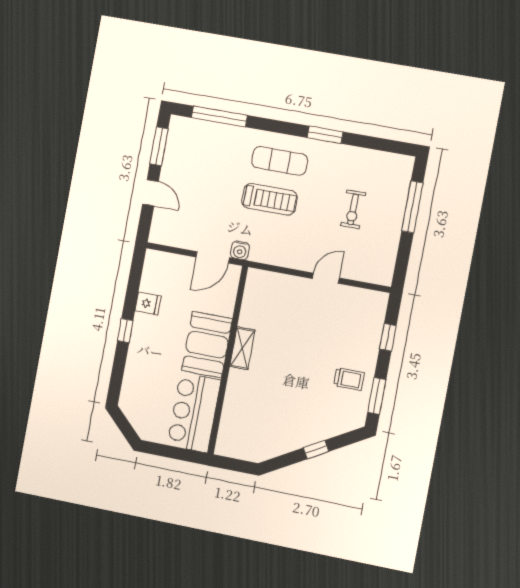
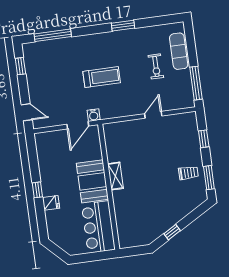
window: (159, 146) -> (20, 66), width x0.67
exercise mat: (280, 161) -> (179, 51), moved, turned 90
door: (150, 193) -> (27, 112), moved
window: (412, 207) -> (196, 83), moved
fridge: (148, 303) -> (51, 203), moved
window: (316, 450) -> (172, 232), moved

